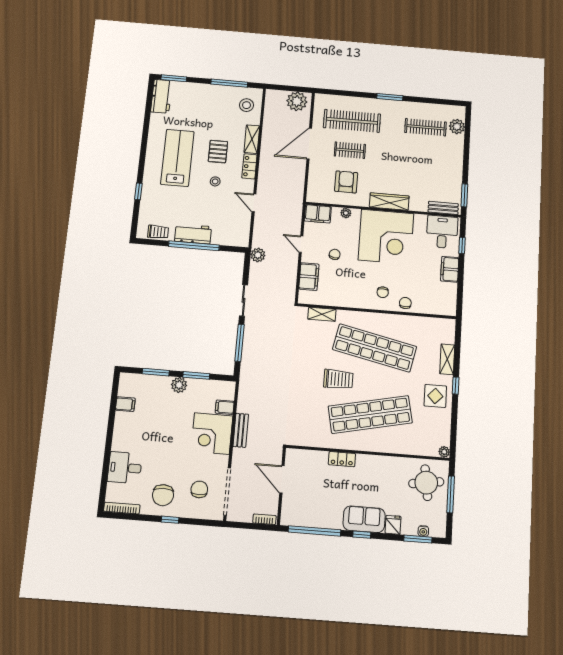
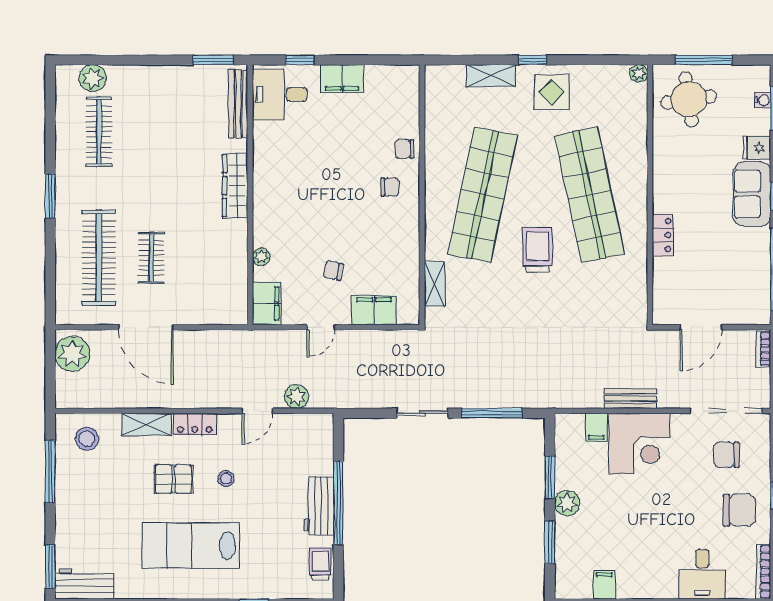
armchair: (346, 182) -> (207, 260), removed
bench: (443, 208) -> (238, 104), width x1.36
corner desk: (386, 237) -> (296, 187), removed
plant: (258, 255) -> (296, 397), moved

